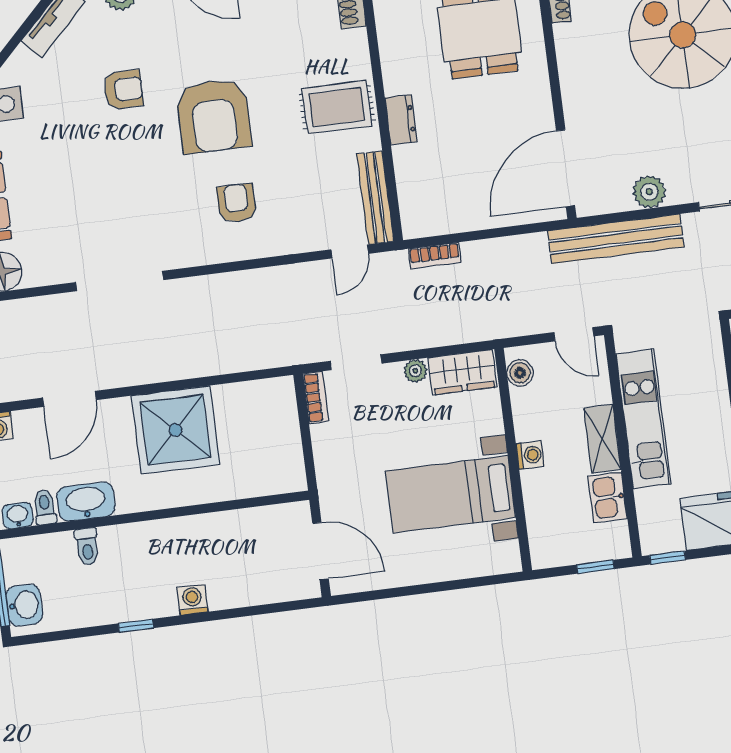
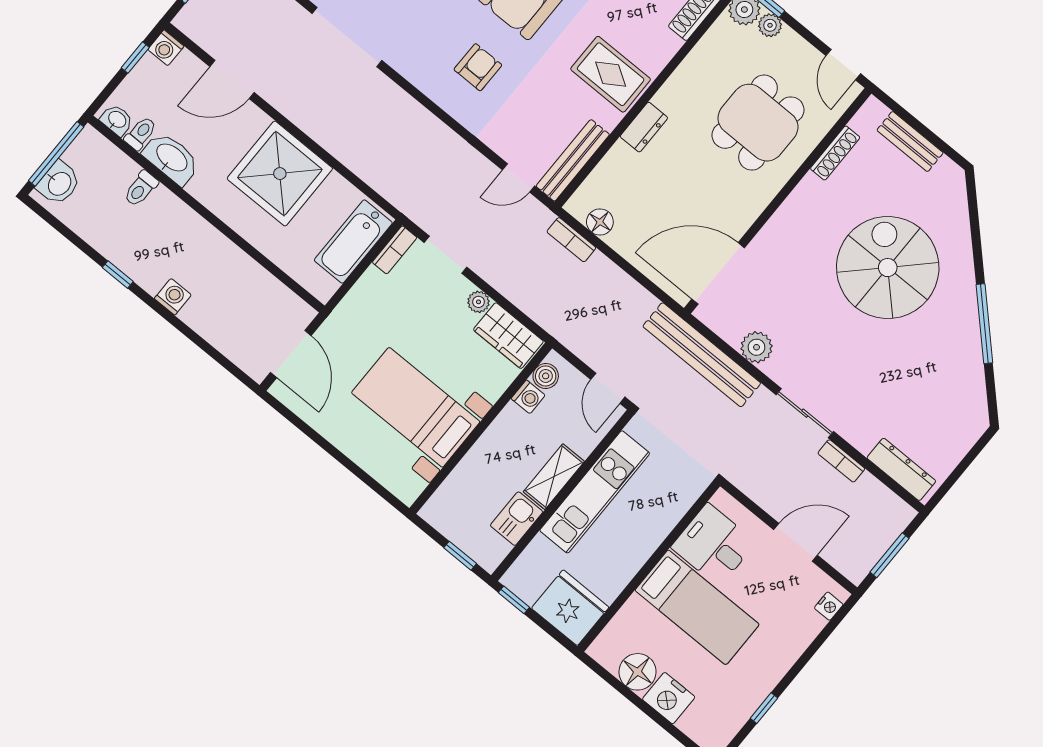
floor lamp: (442, 221) -> (600, 222), added
bathtub: (280, 423) -> (353, 242), added
washing machine: (530, 455) -> (528, 397), moved

